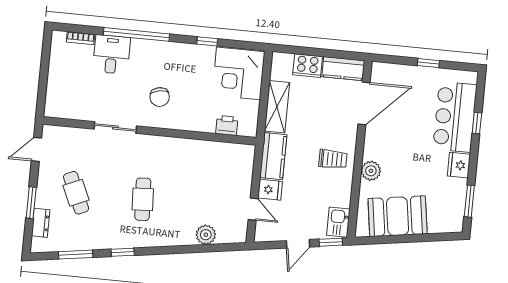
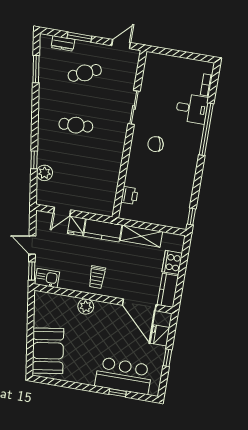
window: (207, 41) -> (191, 217), moved
corner desk: (238, 73) -> (170, 208), removed
door: (36, 149) -> (121, 44), hinge flipped
fridge: (459, 165) -> (160, 335), moved, turned -90
window: (469, 201) -> (56, 382), removed
booth: (398, 216) -> (48, 351), moved
window: (123, 252) -> (34, 160), moved

